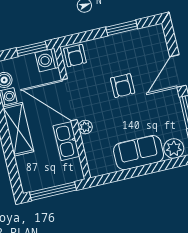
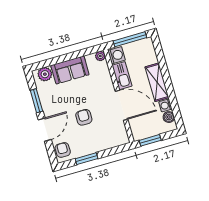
armchair: (75, 56) -> (63, 150), moved
washing machine: (47, 60) -> (117, 55), moved
plant: (85, 127) -> (100, 56), moved

